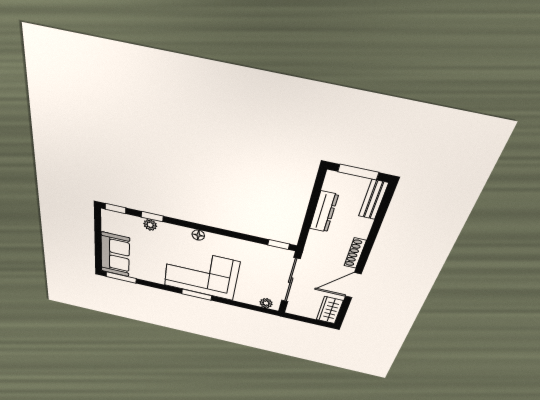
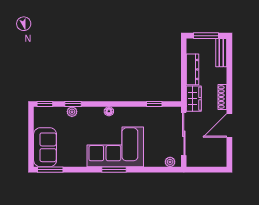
window: (279, 245) -> (154, 104), moved
wardrobe: (330, 310) -> (194, 99), moved, turned 180

